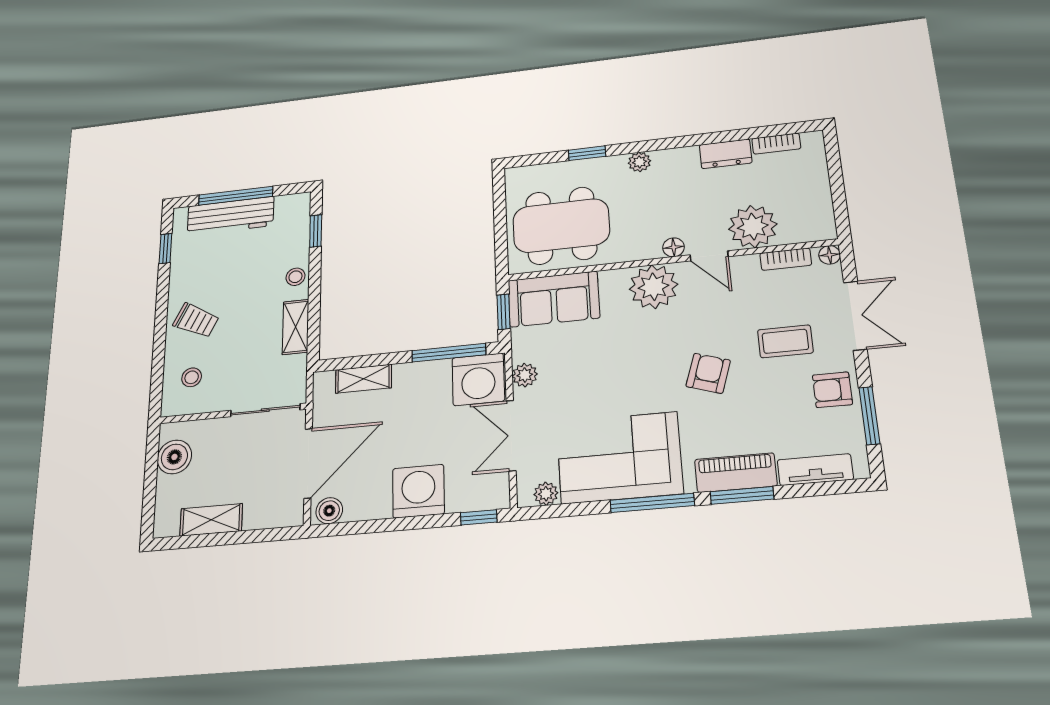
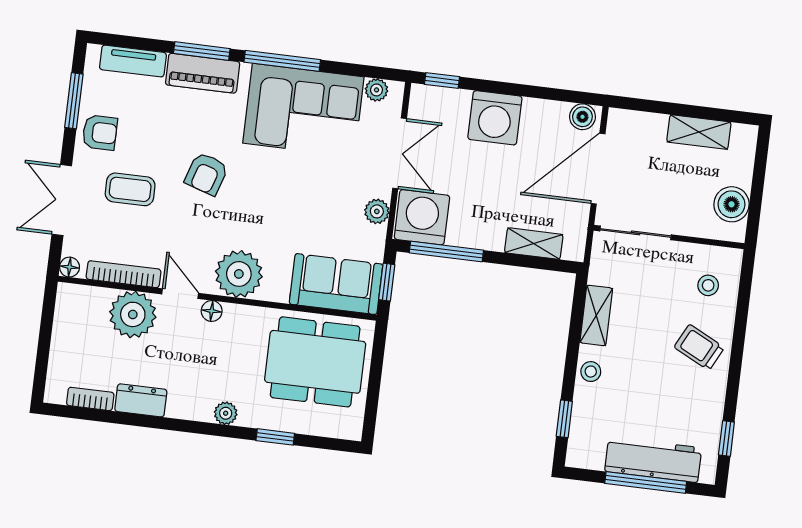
bookcase: (786, 259) -> (124, 274), width x1.56

